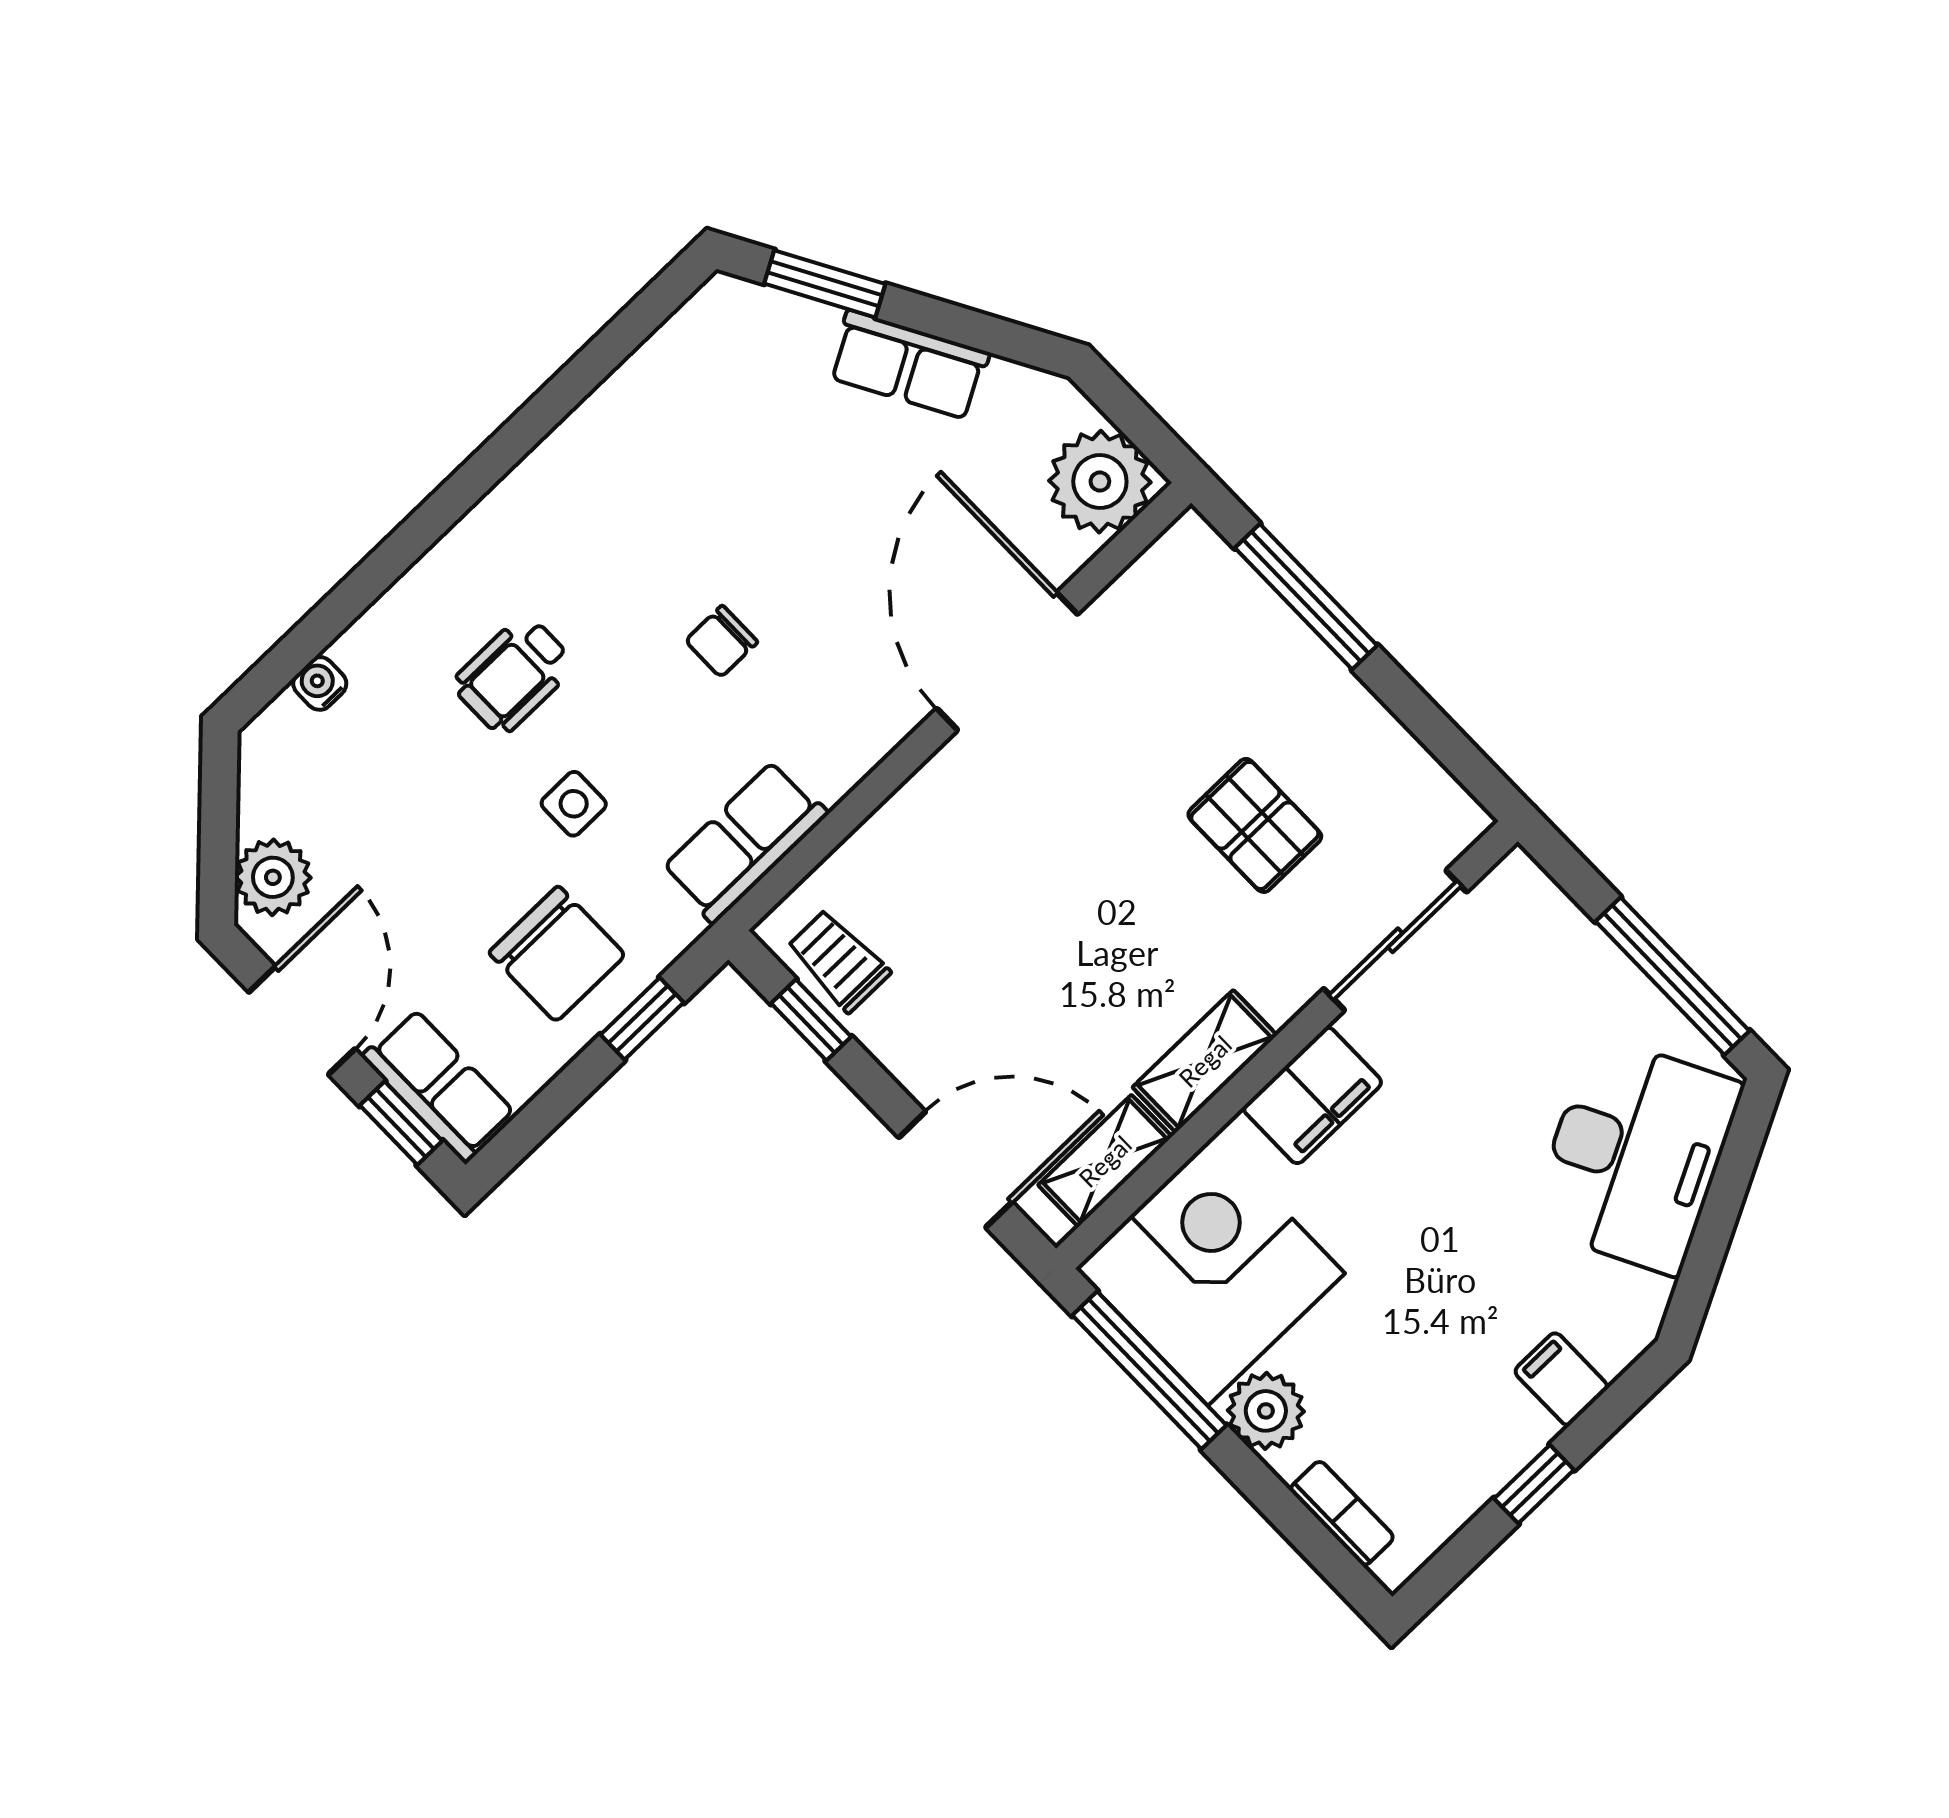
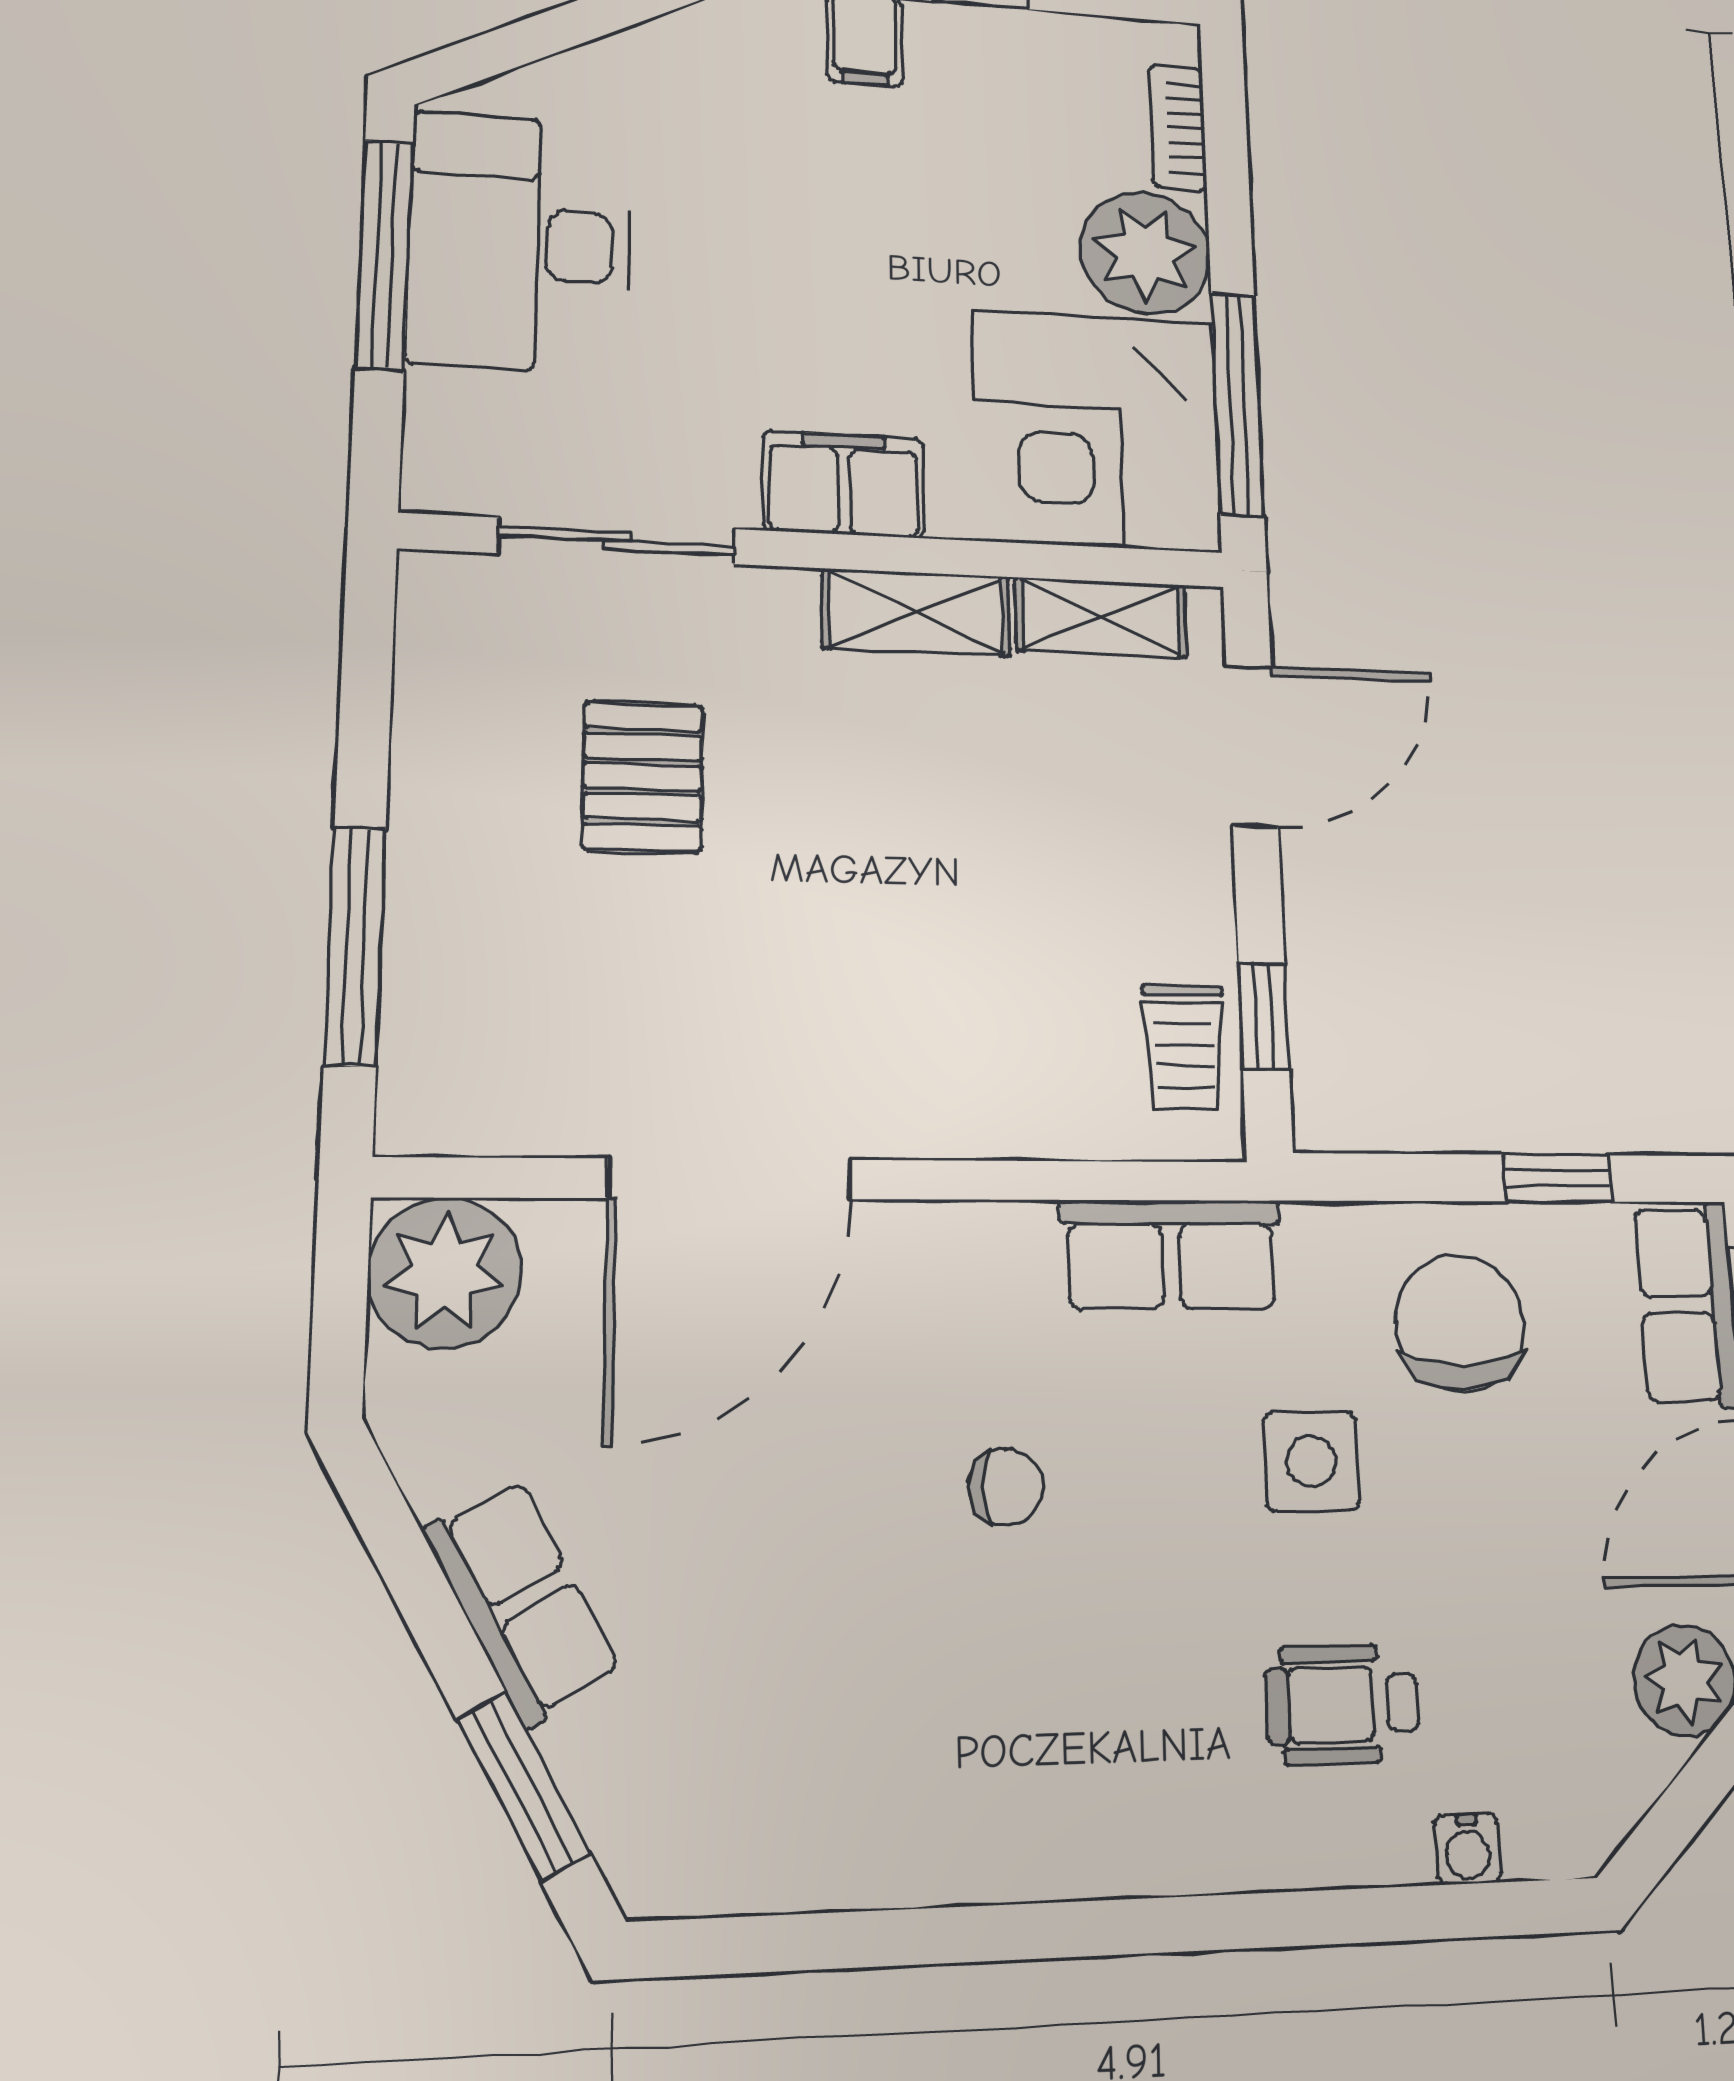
wheelchair: (514, 675) -> (1343, 1704), moved, turned 180
side table: (574, 804) -> (1311, 1461), width x1.37, depth x1.37
window: (642, 1019) -> (1557, 1178), moved
desk: (1635, 1155) -> (520, 243), moved, turned -63
door: (956, 1170) -> (1252, 746), swing flipped
plant: (1266, 1411) -> (1145, 253), width x1.36, depth x1.36

